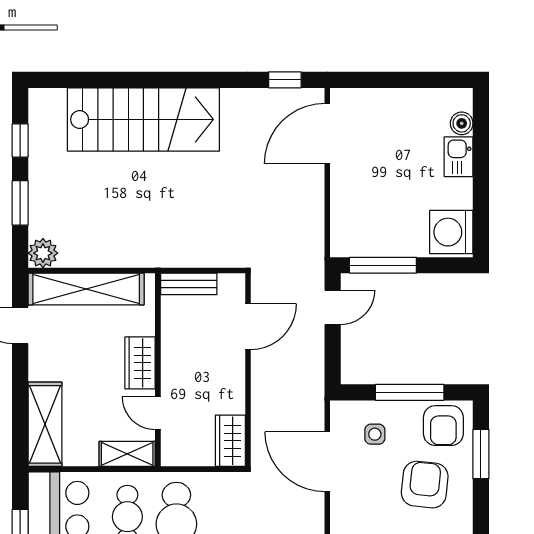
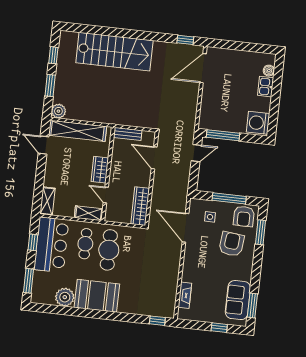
door: (248, 327) -> (154, 158), swing flipped
shelving: (45, 424) -> (47, 201), width x0.67, depth x0.75
wardrobe: (230, 441) -> (140, 206), width x1.50

